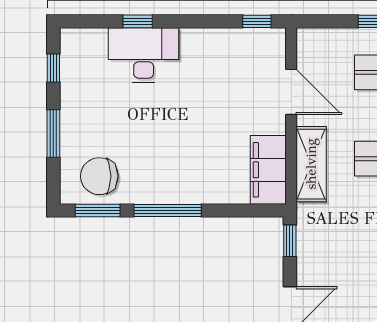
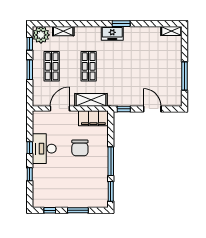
window: (257, 21) -> (30, 148), moved
desk: (144, 55) -> (44, 149), moved
chair: (99, 176) -> (80, 148), moved

